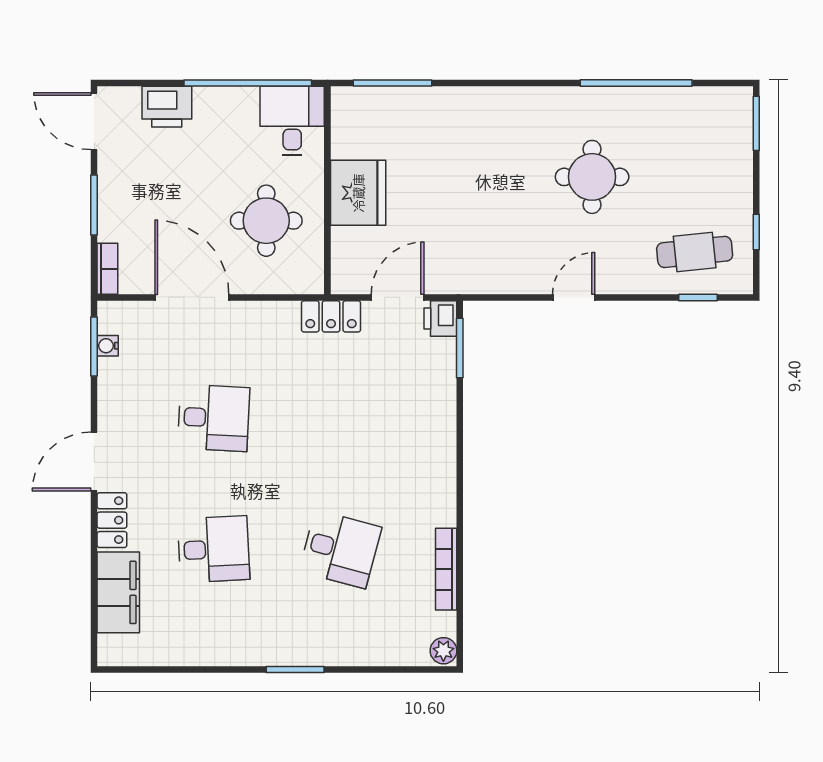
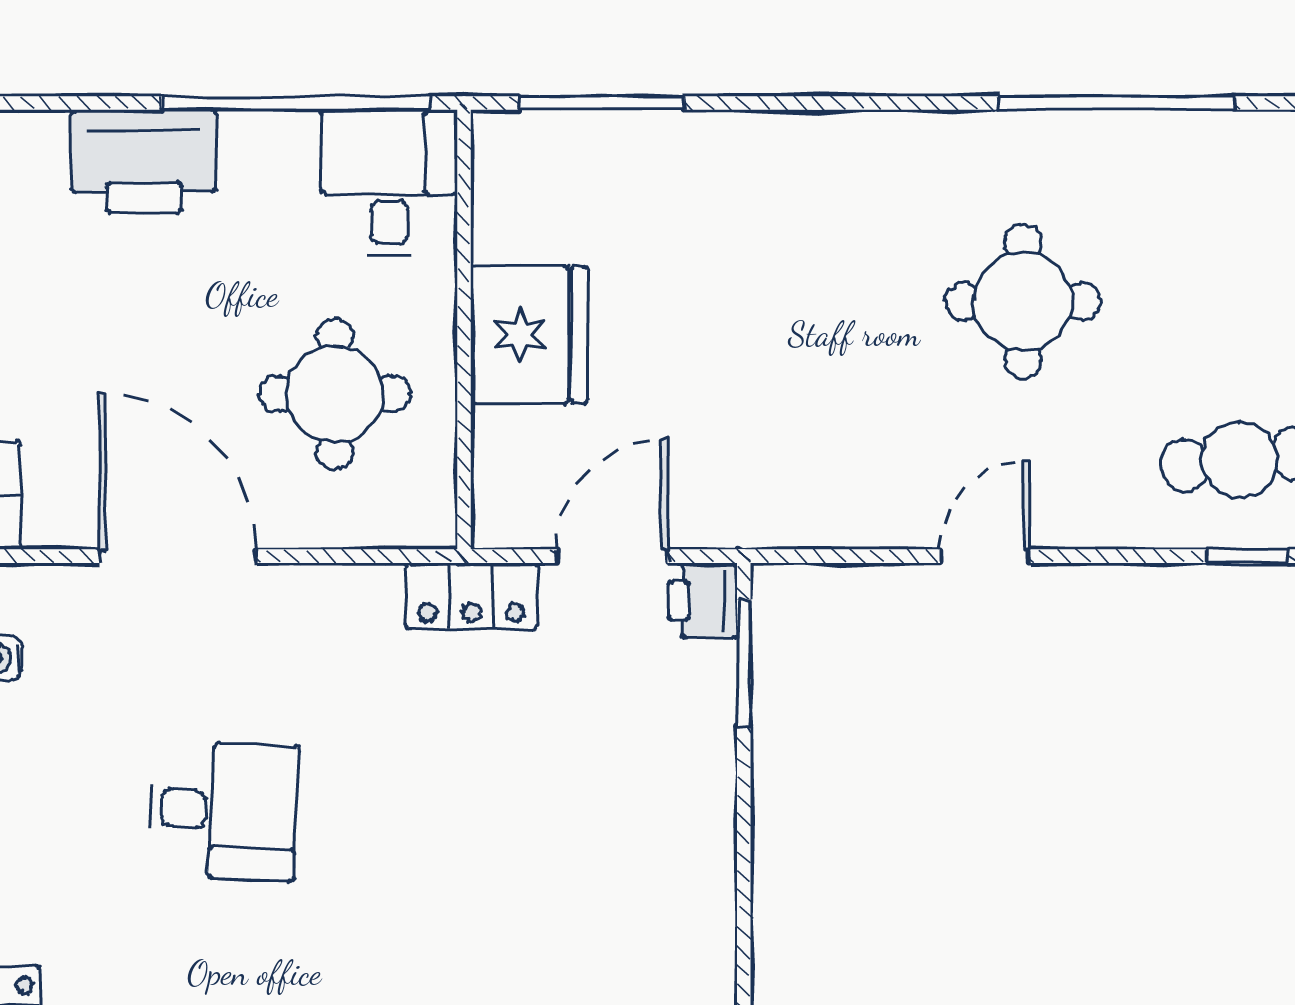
printer: (167, 107) -> (144, 161), width x1.37, depth x1.19

